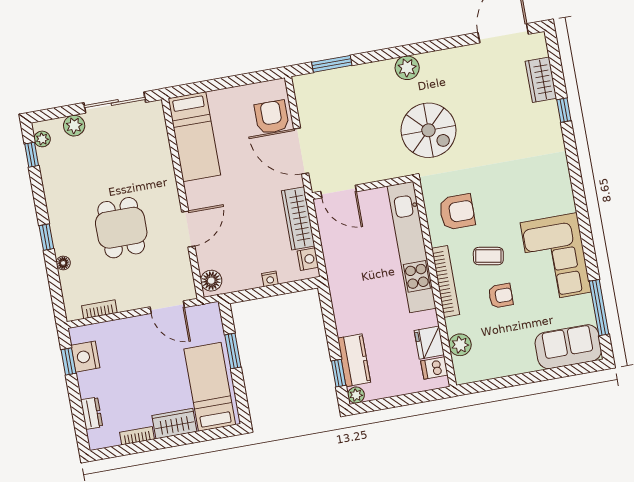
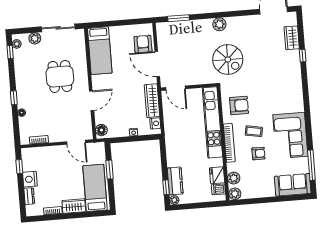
dining table: (121, 228) -> (60, 76), moved
nightstand: (85, 357) -> (30, 179), moved
plant: (465, 373) -> (235, 194), added

